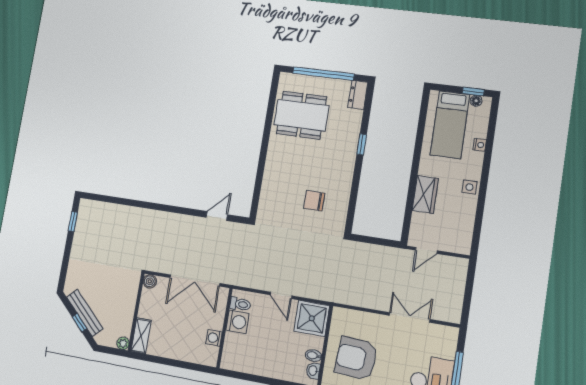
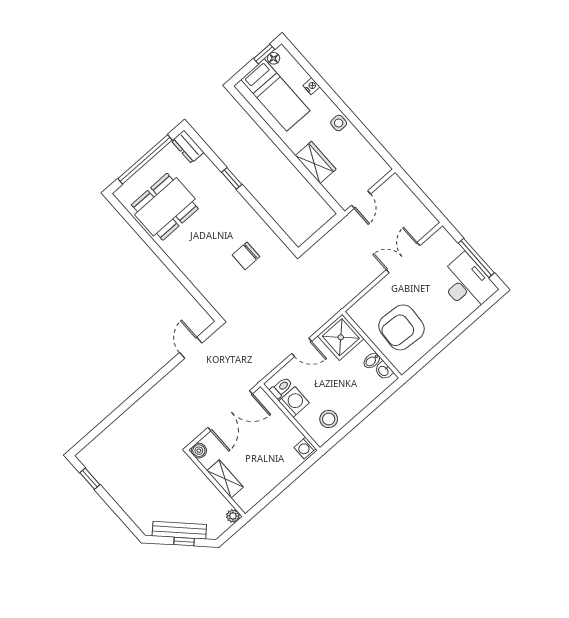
shelving: (141, 336) -> (225, 479), moved
washing machine: (214, 338) -> (305, 448), moved
stool: (245, 358) -> (329, 419), added

